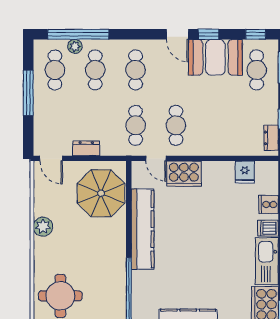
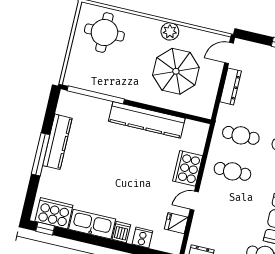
dresser: (86, 148) -> (231, 86), width x1.44
door: (156, 158) -> (194, 201), moved
parasol: (101, 193) -> (176, 71), moved

